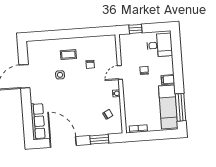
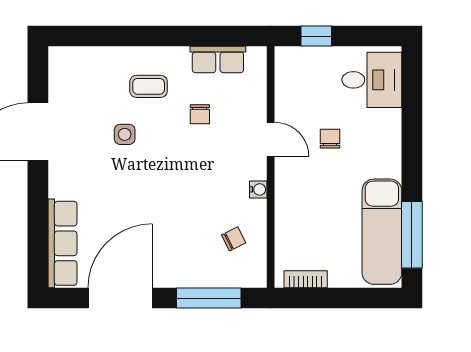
row of seats: (96, 41) -> (218, 59), added
door: (120, 72) -> (271, 139), swing flipped
filing cabinet: (168, 80) -> (386, 165), removed
window: (99, 139) -> (209, 298), width x1.44
door: (63, 142) -> (120, 298), hinge flipped

